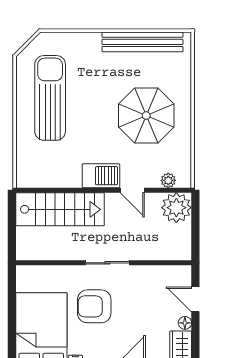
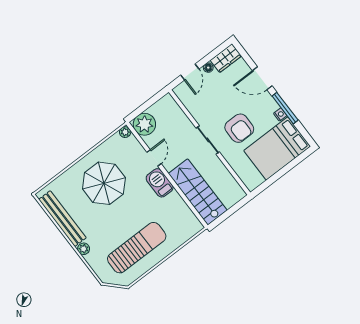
plant: (93, 40) -> (84, 249), added
sun lounger: (50, 98) -> (137, 248), turned 180
plant: (168, 180) -> (125, 132), moved

